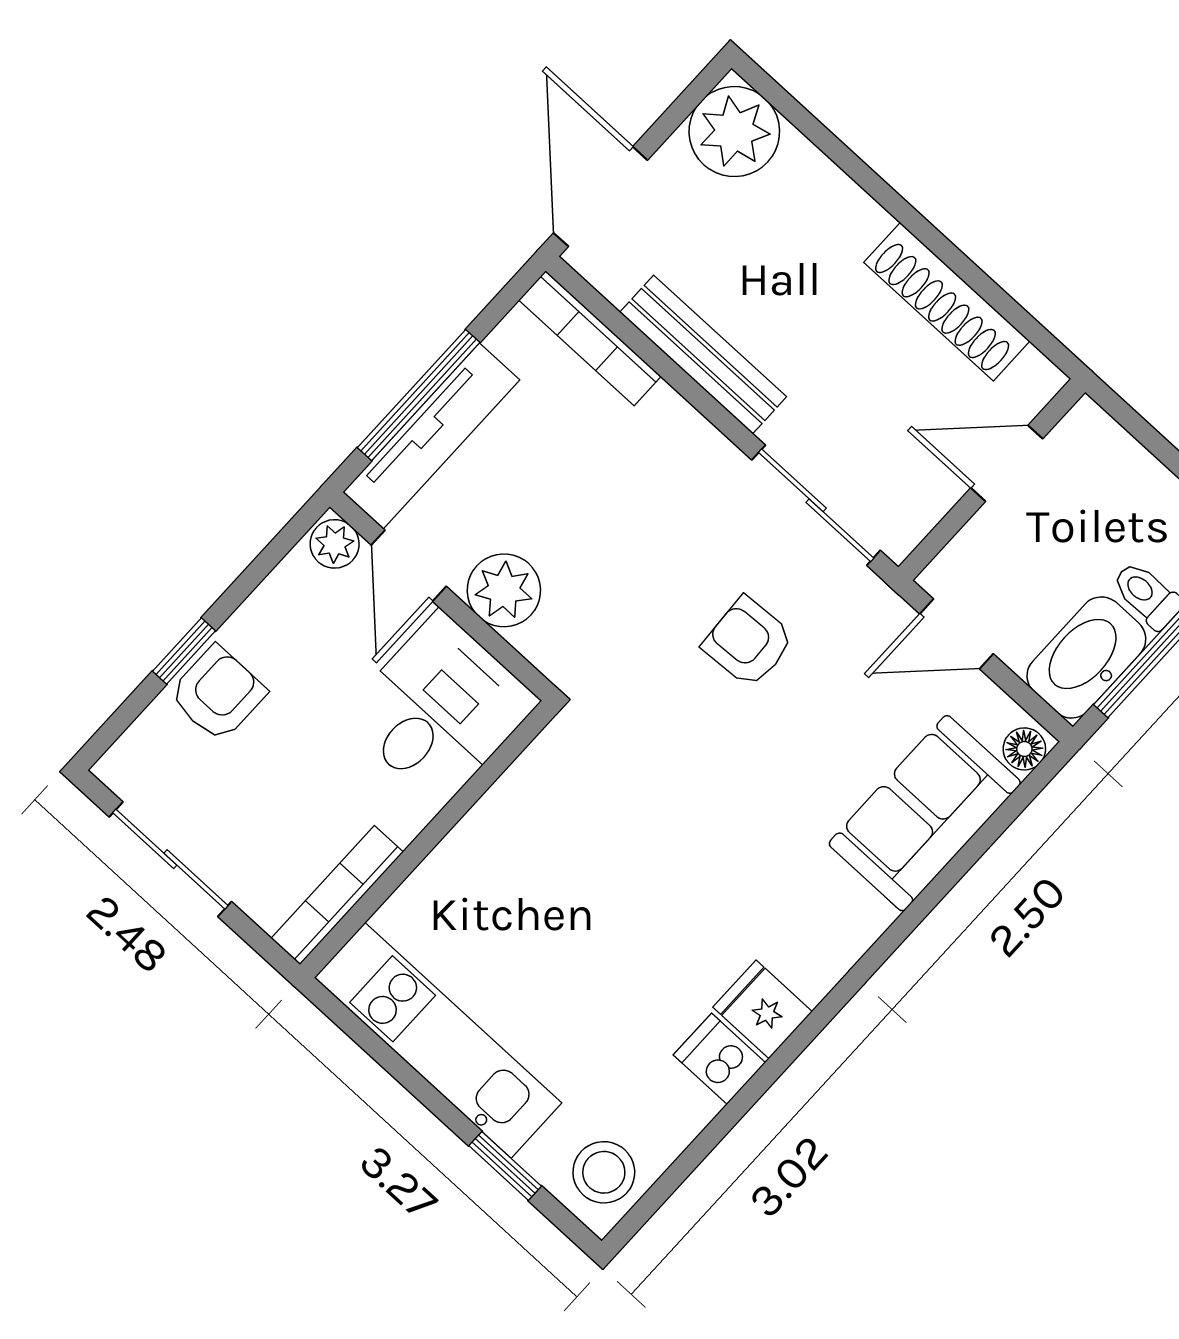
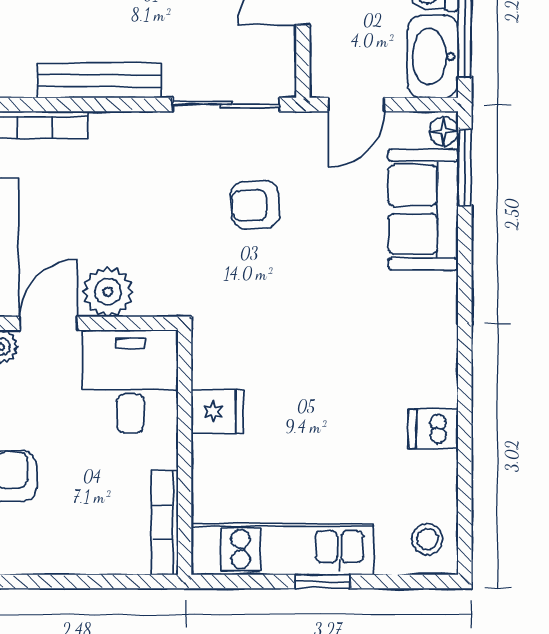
door: (409, 566) -> (48, 323), swing flipped
window: (1011, 809) -> (465, 168), added
sliding door: (170, 859) -> (64, 582), removed
fridge: (763, 1009) -> (217, 412), moved, turned 180
window: (505, 1166) -> (322, 582), moved
stool: (604, 1172) -> (427, 539), width x0.73, depth x0.73

